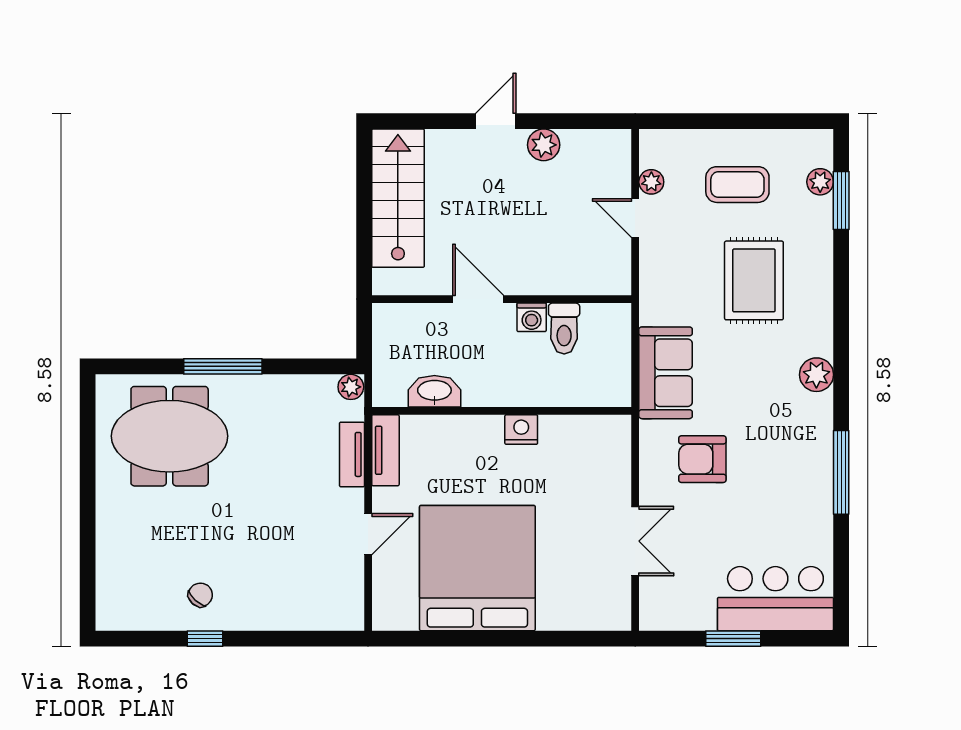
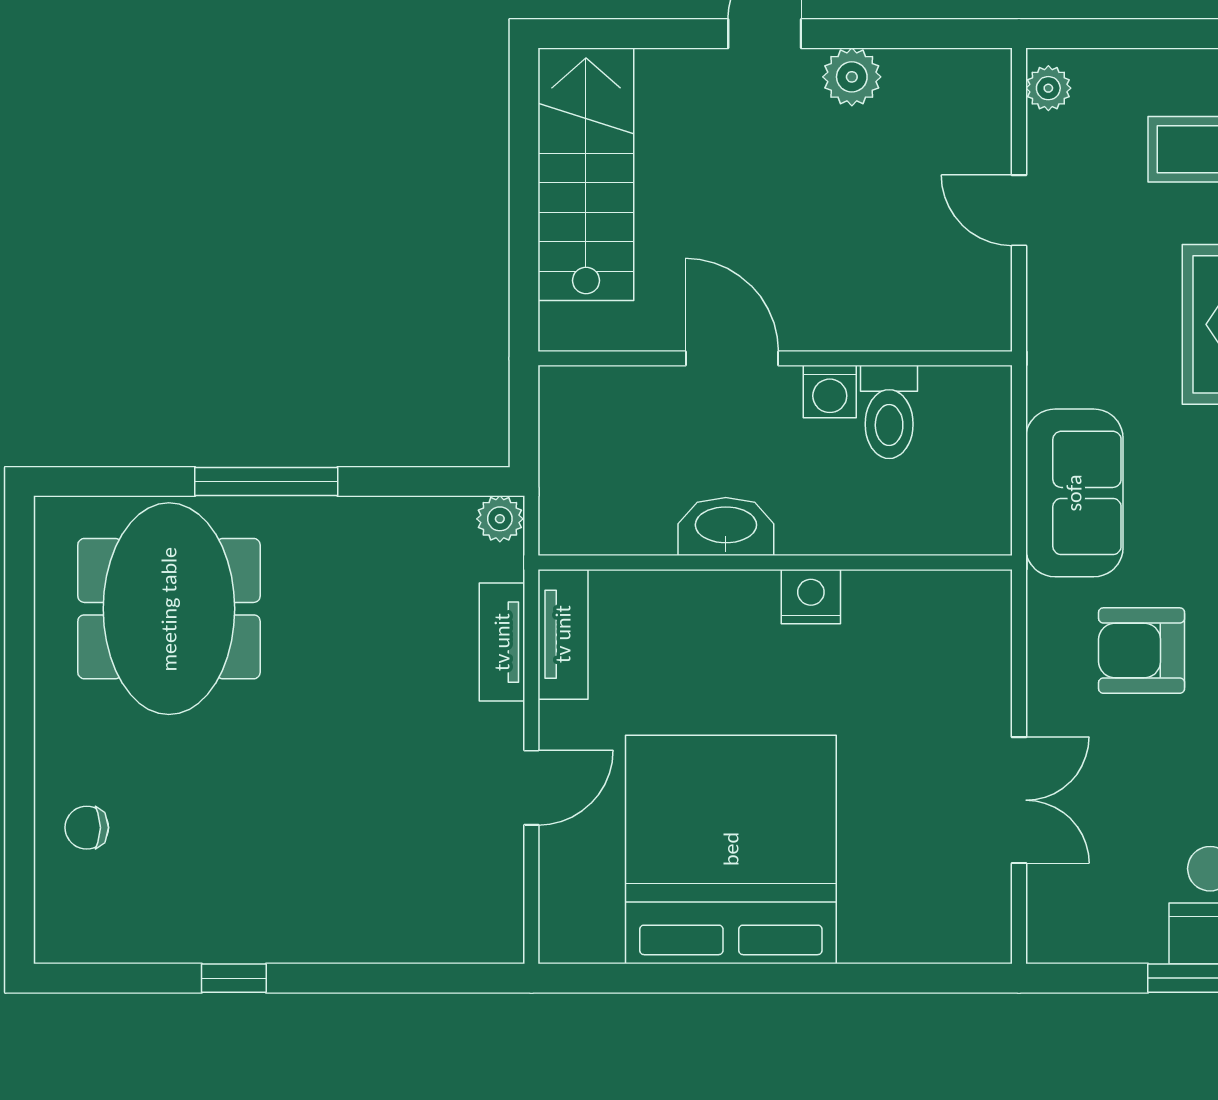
plant: (651, 182) -> (1048, 88), moved
washbasin: (434, 391) -> (726, 527), moved
meeting table: (170, 436) -> (169, 609), turned 90
chair: (200, 595) -> (87, 828), moved, turned -132

